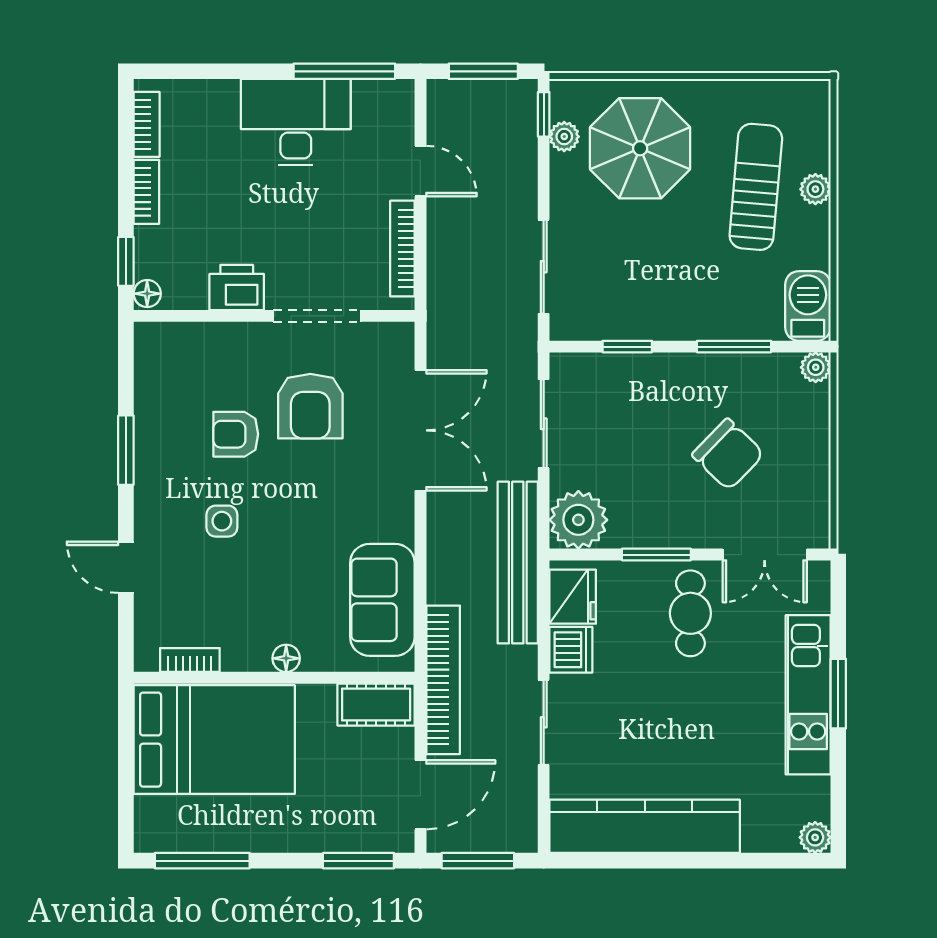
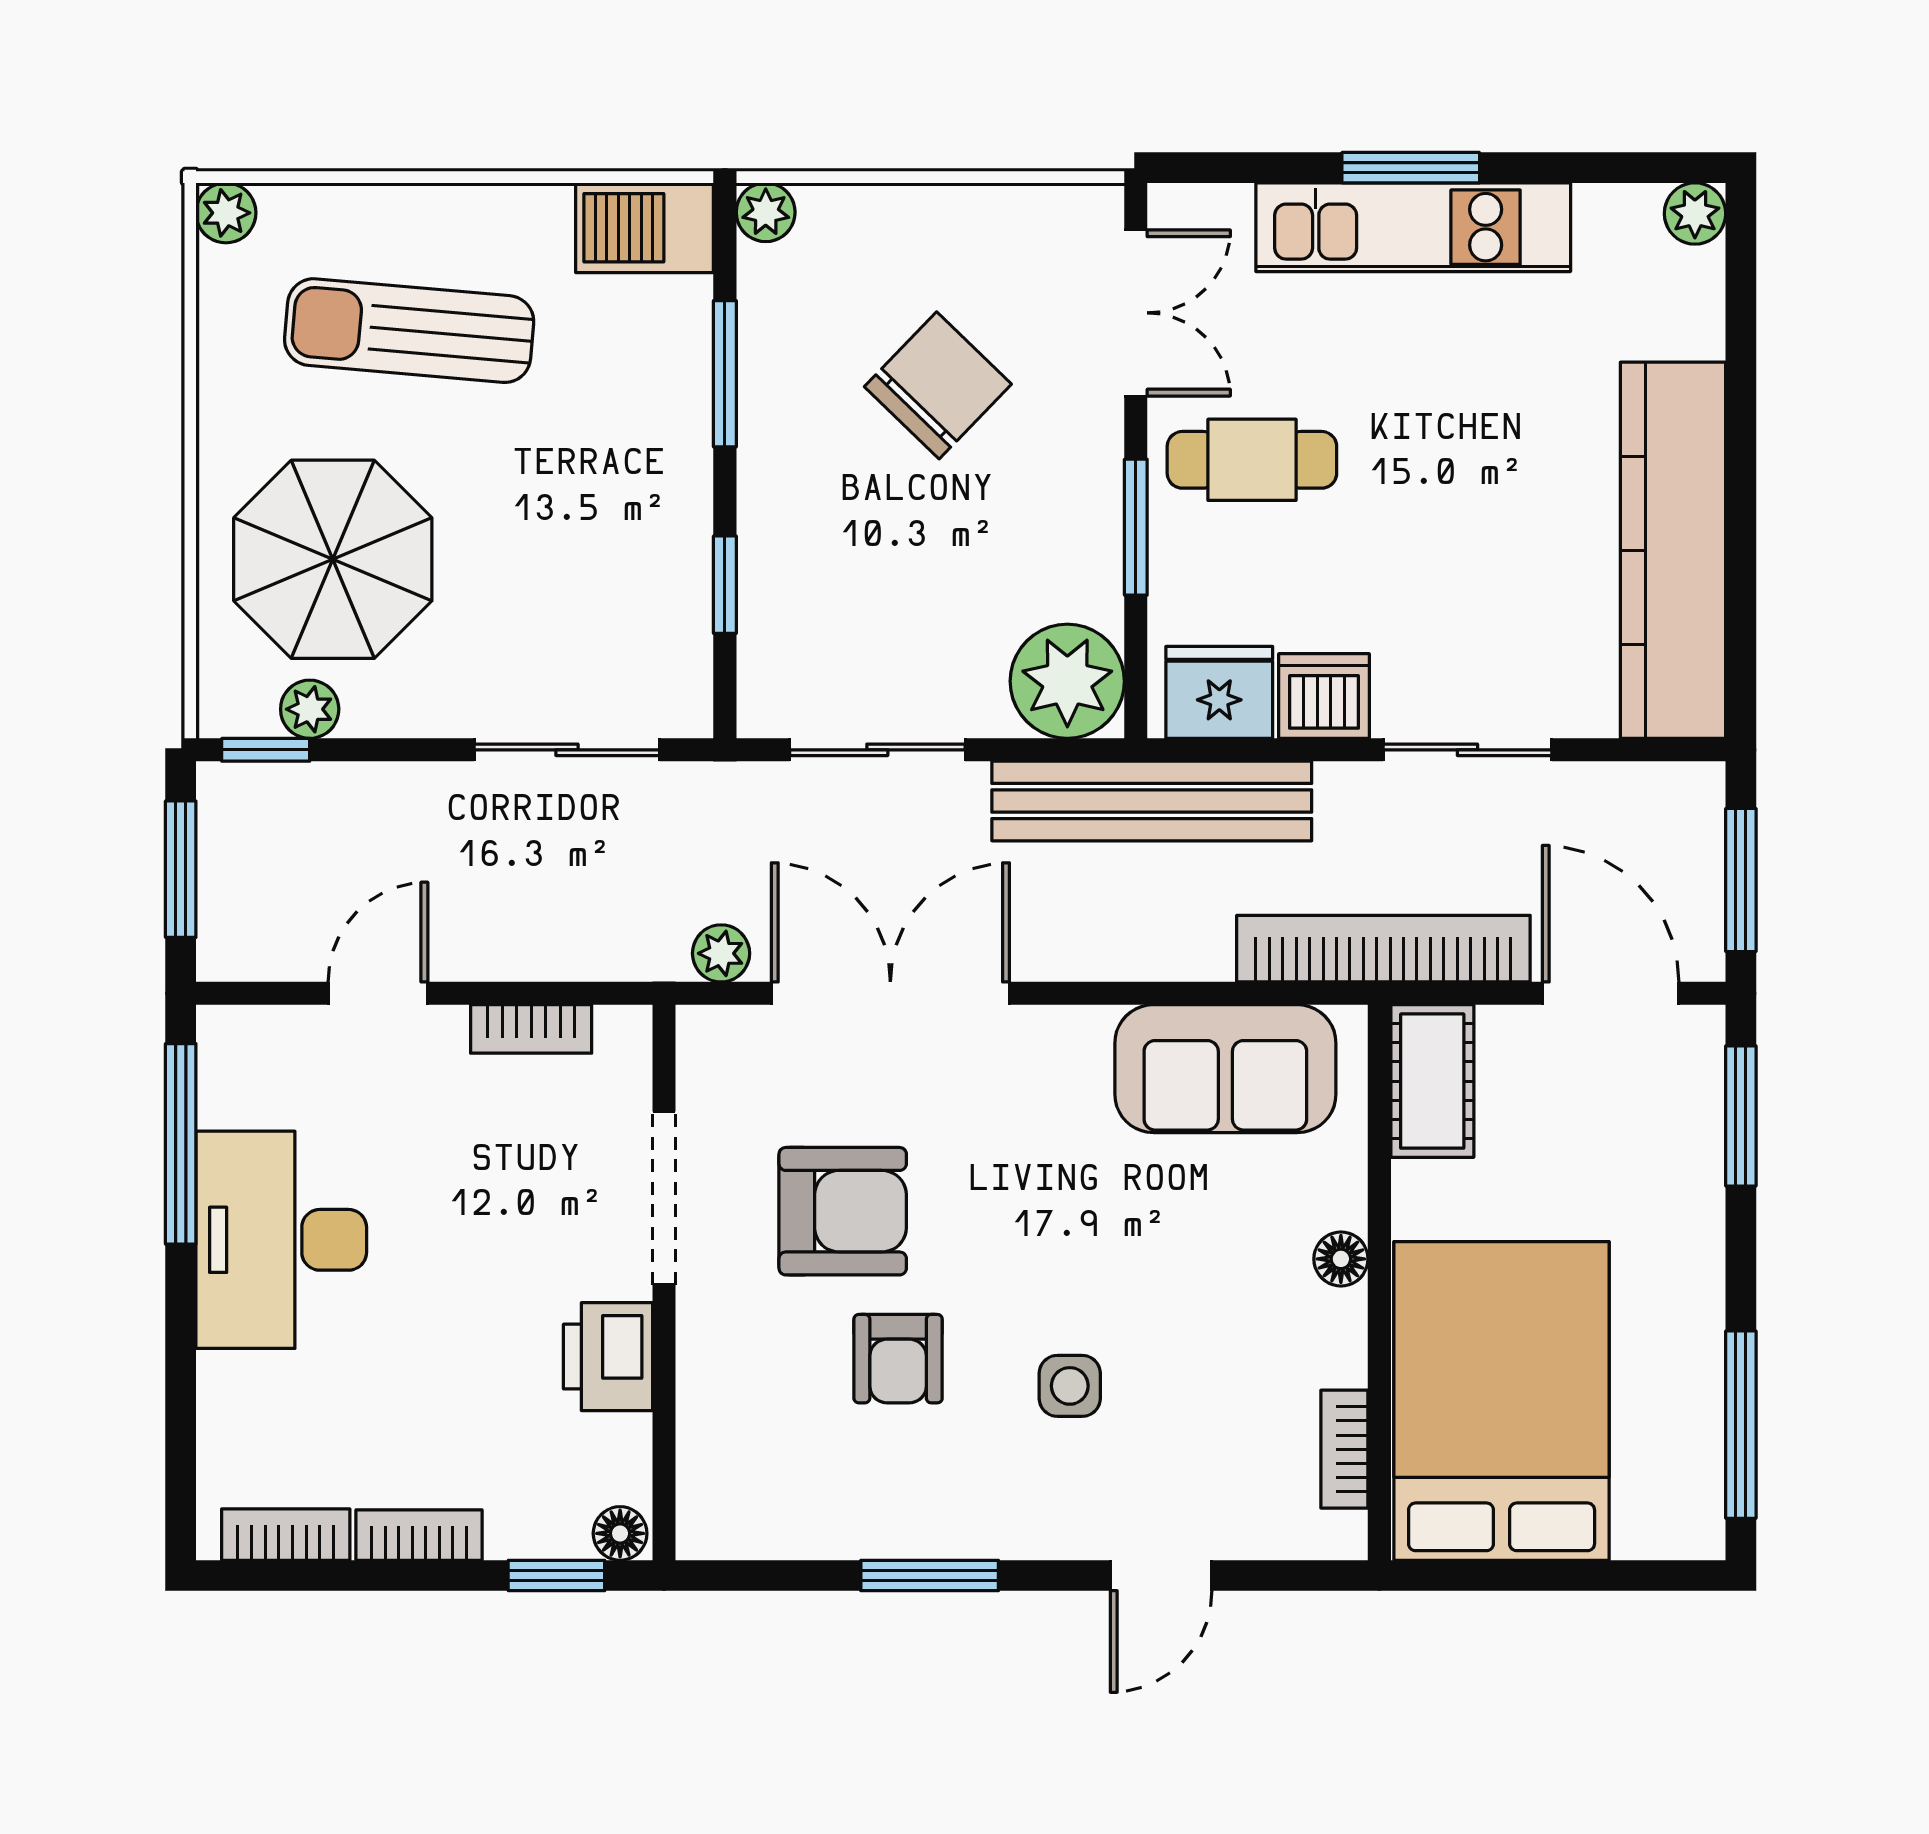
plant: (815, 189) -> (226, 213), moved
bookcase: (402, 249) -> (531, 1029), width x0.64
plant: (441, 345) -> (721, 953), added

